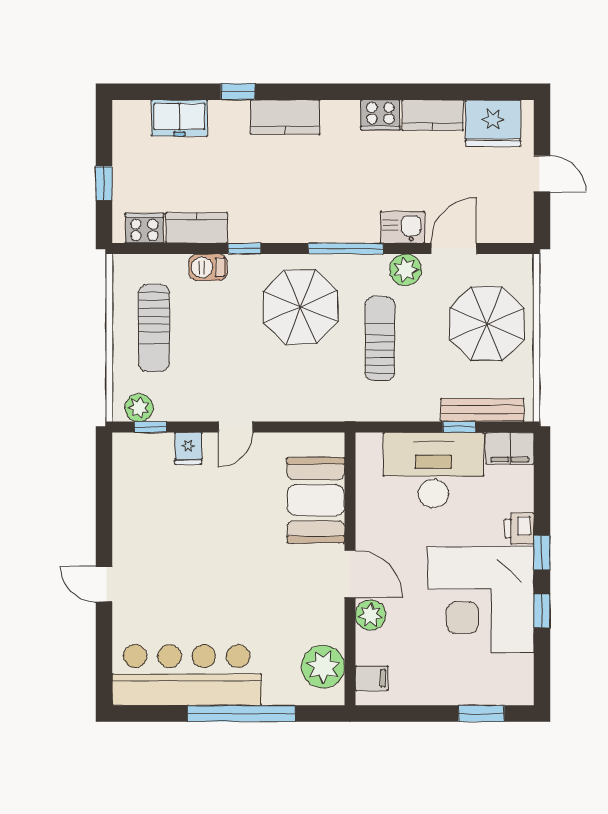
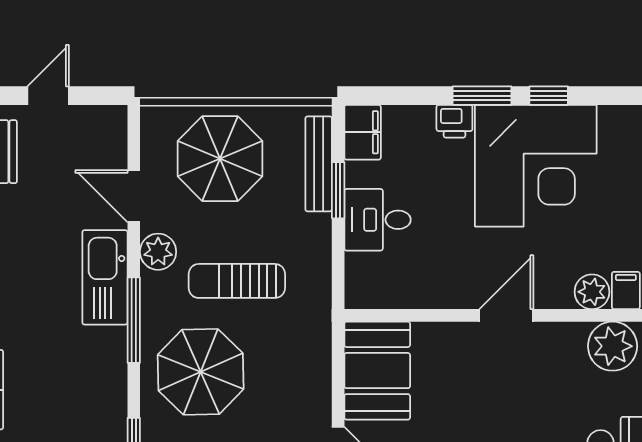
kitchen sink: (402, 227) -> (105, 277), width x1.87, depth x1.24
window: (459, 427) -> (338, 190), width x1.50
desk: (433, 470) -> (377, 220), width x0.53, depth x0.77
booth: (316, 500) -> (377, 371), moved, turned 90
window: (542, 553) -> (482, 96), width x1.50
plant: (371, 615) -> (592, 292), moved

